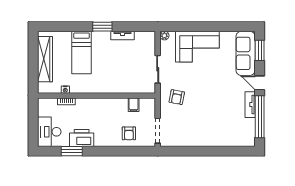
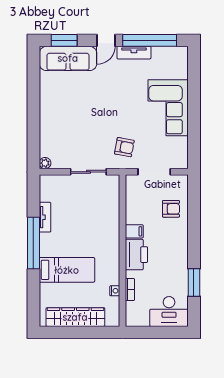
window: (102, 27) -> (33, 243), width x2.11
corner sofa: (197, 47) -> (168, 108), moved, turned 180
filing cabinet: (134, 105) -> (134, 231), moved
doorway: (158, 131) -> (154, 172), moved
printer: (82, 138) -> (136, 255), moved, turned 180

